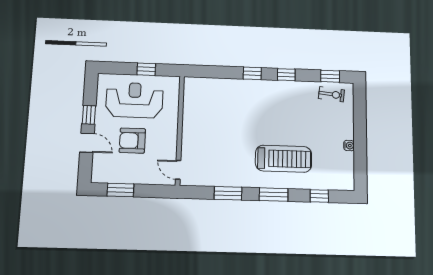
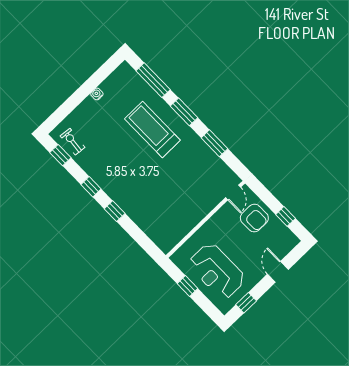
window: (89, 115) -> (246, 303), moved
armchair: (132, 141) -> (254, 218), moved
window: (120, 190) -> (286, 216), width x0.67
window: (319, 196) -> (153, 80), width x2.17

